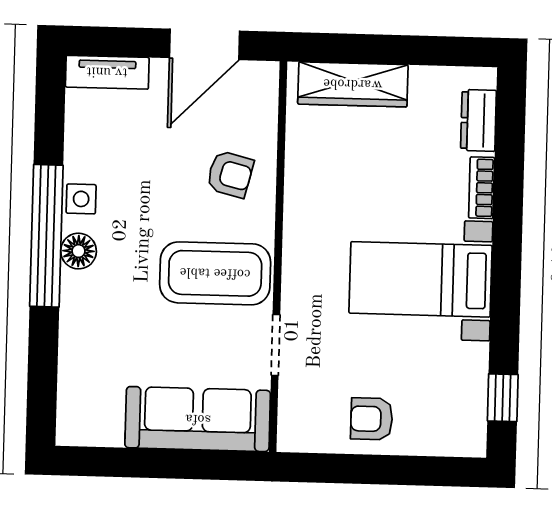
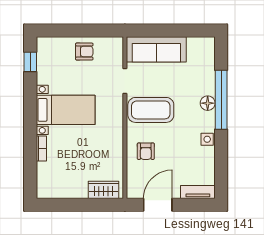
wardrobe: (353, 84) -> (103, 190), width x0.67
dresser: (478, 120) -> (43, 176), removed
armchair: (230, 174) -> (146, 151), turned -104
window: (46, 236) -> (221, 100), moved
floor lamp: (78, 251) -> (208, 103), moved

